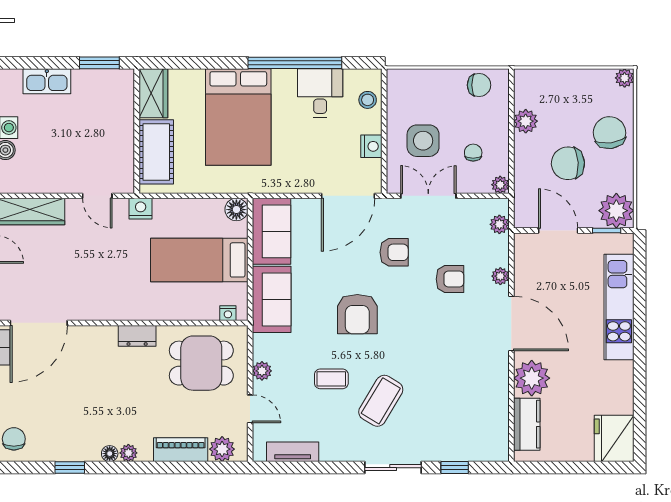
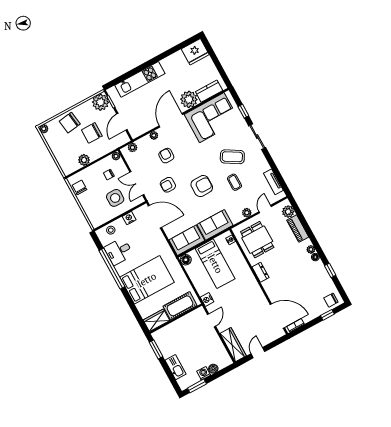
chair: (568, 163) -> (92, 133), turned 93
armchair: (394, 252) -> (168, 185), turned -90
corner sofa: (475, 402) -> (212, 118), added

